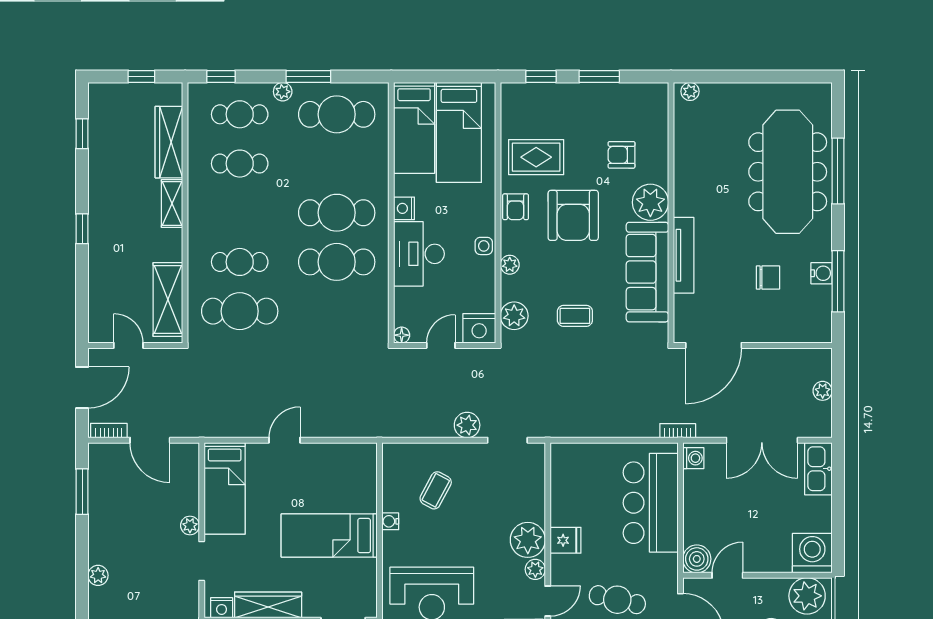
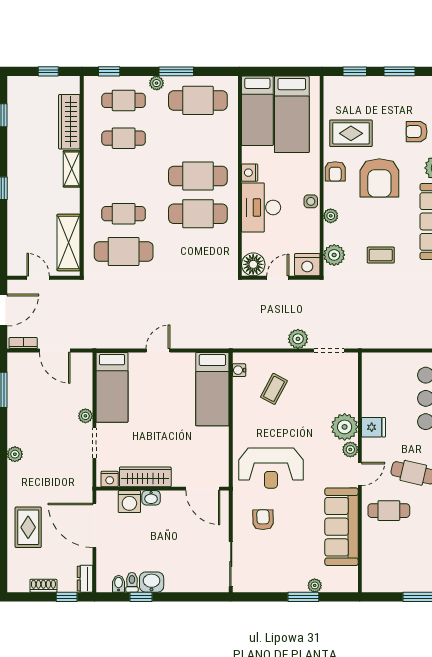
floor lamp: (402, 335) -> (253, 264), width x1.89, depth x1.89
water cooler: (390, 521) -> (239, 370), moved
bed: (329, 536) -> (212, 389), moved, turned -90

